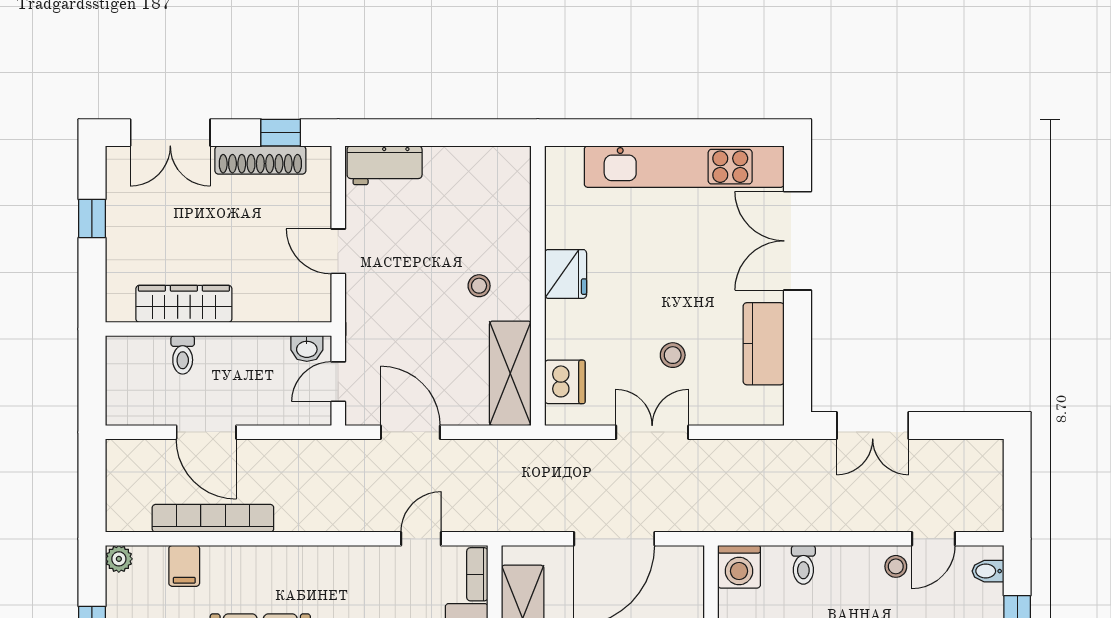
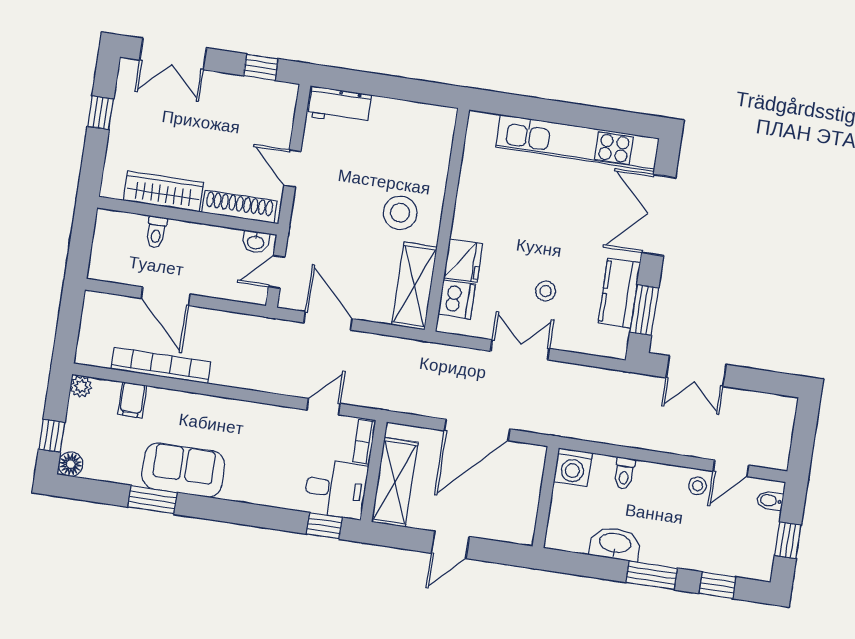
shoe rack: (260, 160) -> (239, 207), moved, turned 180
fridge: (566, 274) -> (463, 261), moved
stool: (479, 286) -> (400, 213), width x1.89, depth x1.89
window: (797, 360) -> (644, 310), added

